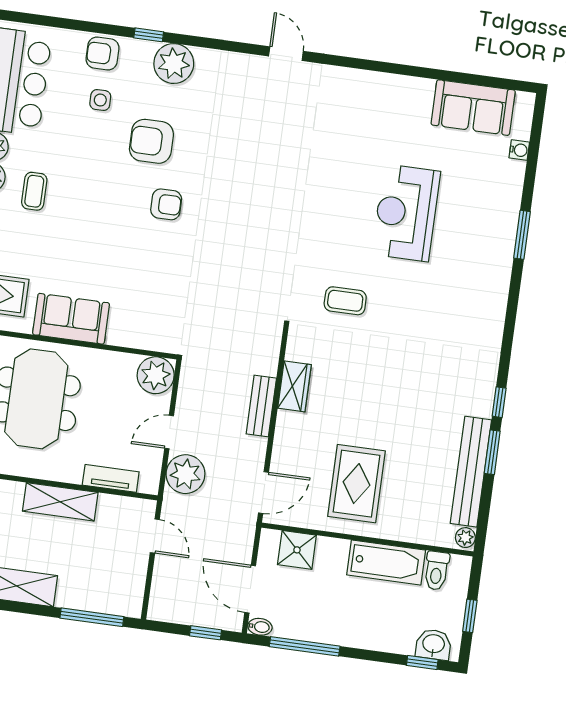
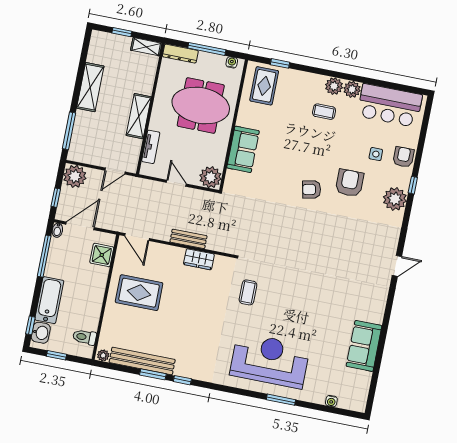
sofa: (473, 108) -> (364, 346), moved
armchair: (166, 204) -> (312, 189), turned 78
reception desk: (406, 213) -> (270, 360), moved, width x1.36, depth x1.30
sofa: (71, 319) -> (243, 149), moved
plant: (185, 474) -> (75, 176), moved
bathtub: (386, 562) -> (49, 300), moved, turned 180

